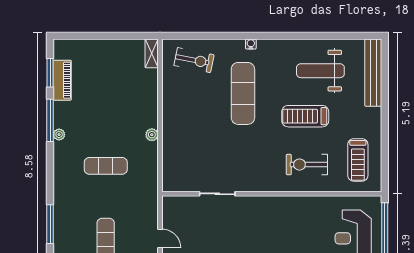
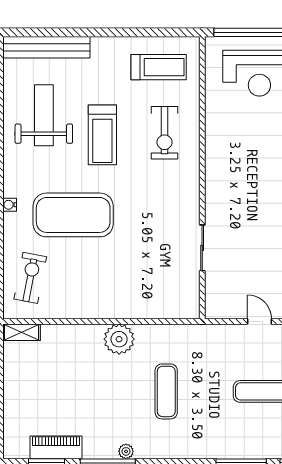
weight bench: (320, 71) -> (44, 115), turned 180
exercise mat: (243, 93) -> (73, 215), width x1.47
plant: (152, 135) -> (119, 339), width x1.88, depth x1.88
door: (160, 238) -> (260, 322), hinge flipped

